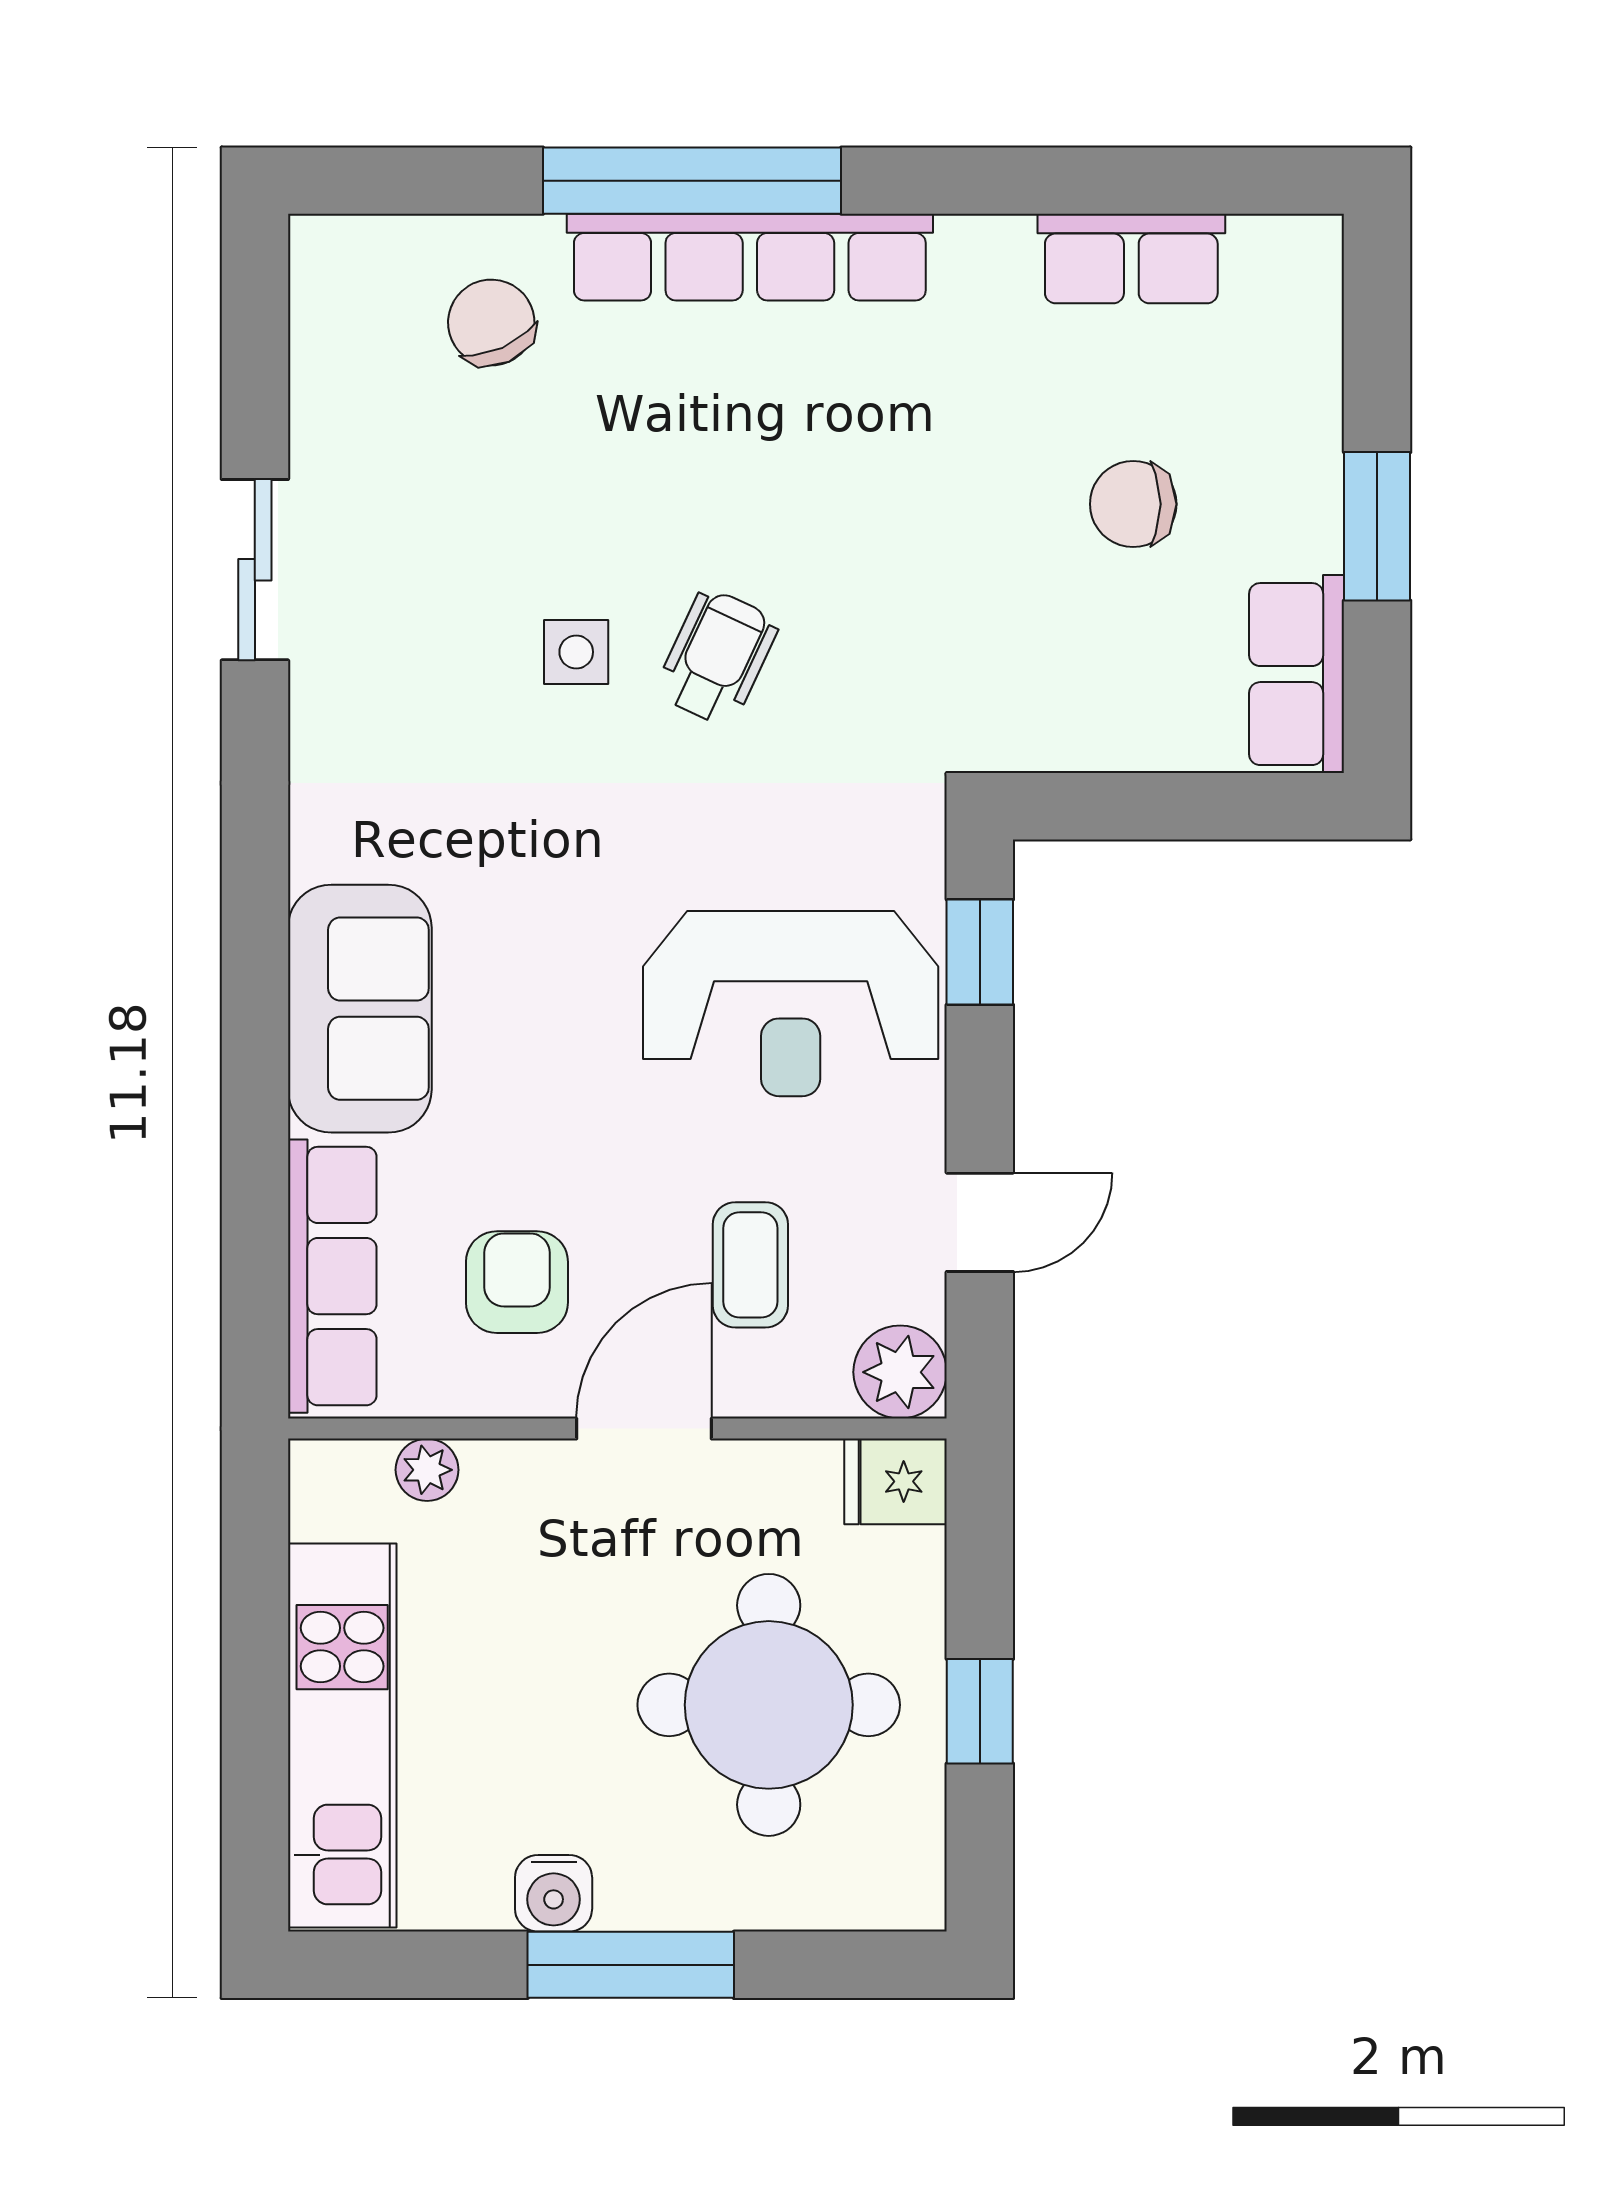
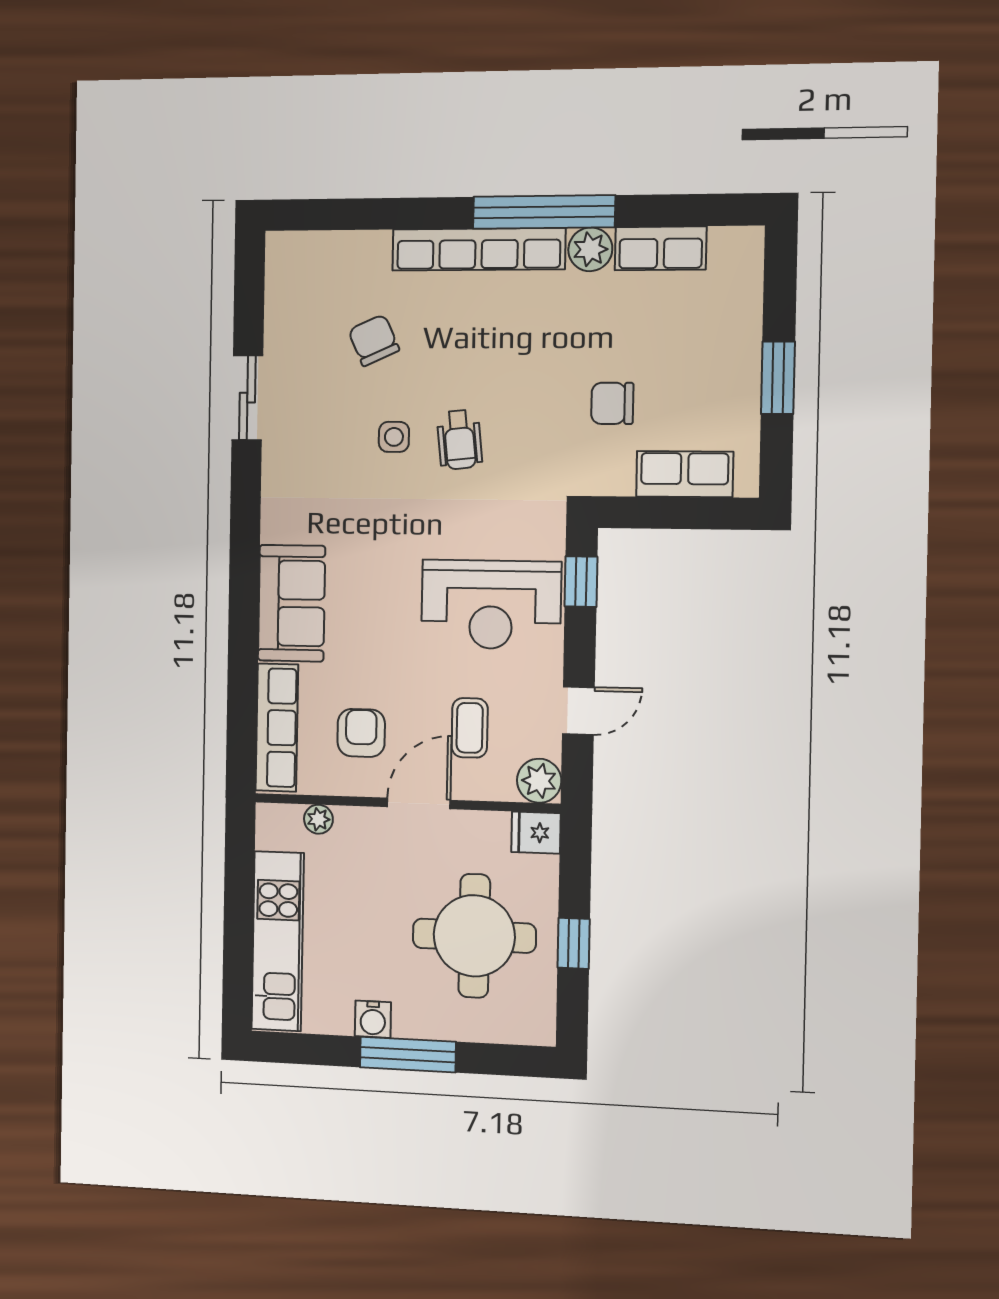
window: (692, 181) -> (544, 212), moved
plant: (985, 259) -> (590, 249), added
chair: (491, 323) -> (374, 340), moved
chair: (1133, 504) -> (612, 403), moved
wheelchair: (717, 657) -> (460, 440), turned 149
row of seats: (1297, 674) -> (685, 474), moved, turned 90

